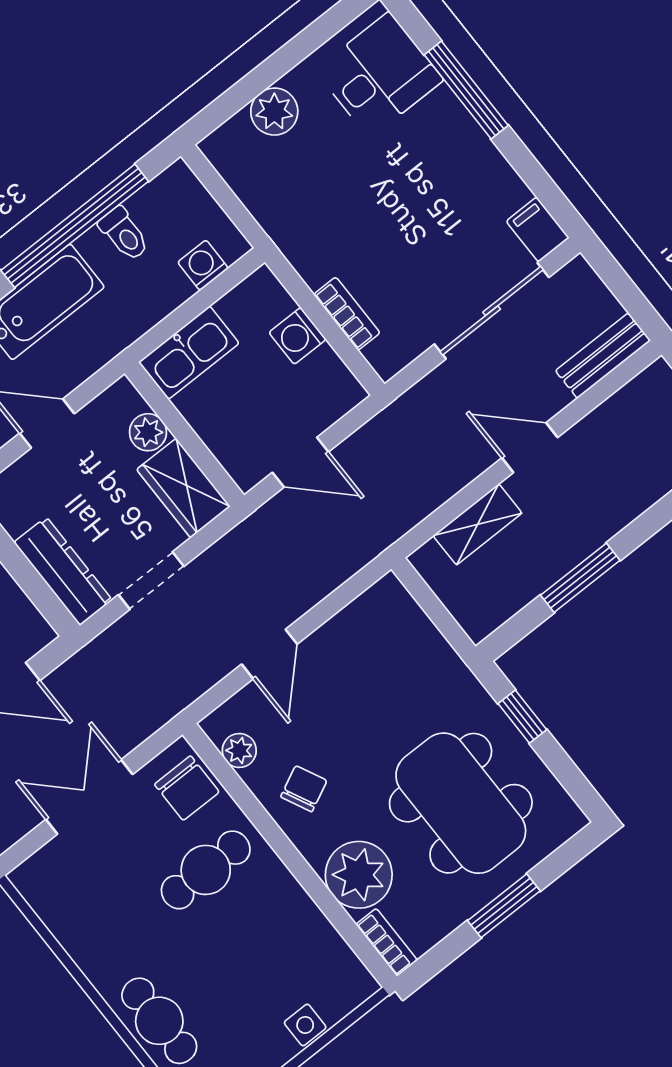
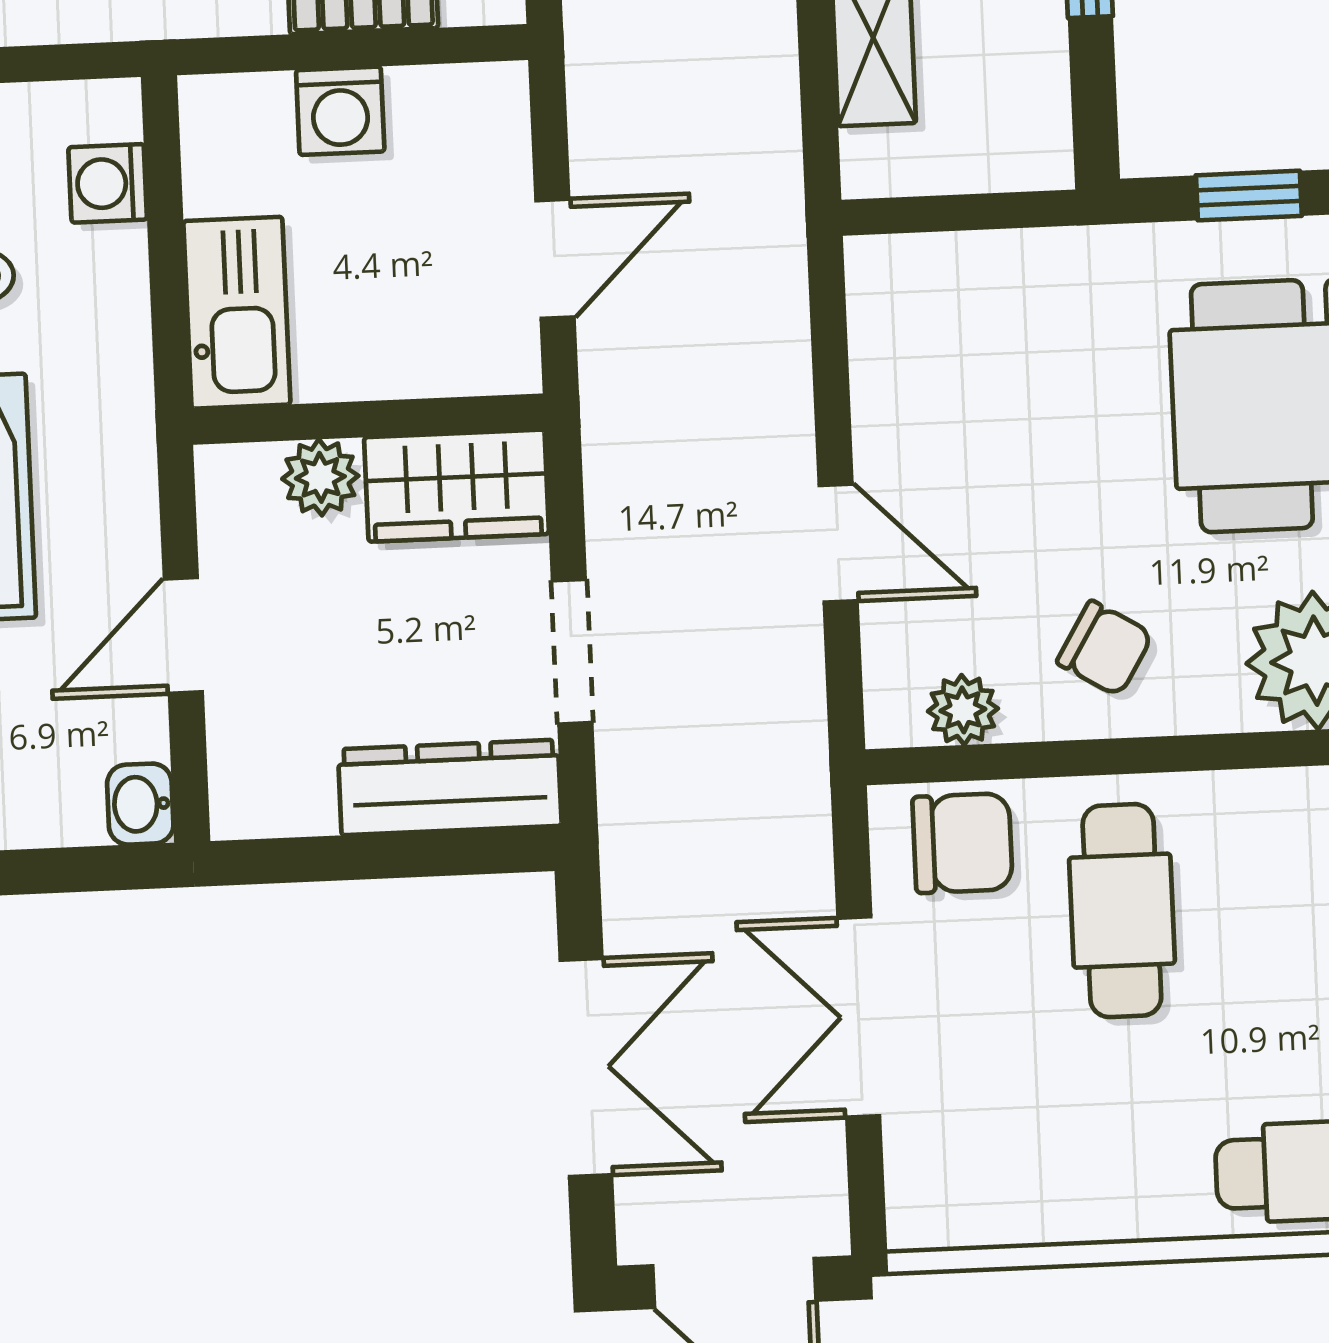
chair: (304, 789) -> (1105, 648), turned 147

